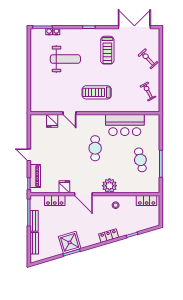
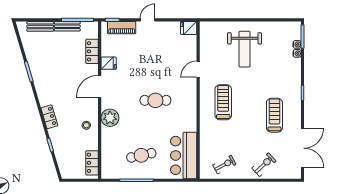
treadmill: (107, 50) -> (274, 115), turned 90
weight bench: (65, 59) -> (245, 49), moved
fridge: (52, 121) -> (189, 28), moved
bar counter: (125, 125) -> (184, 155), moved
shower: (70, 242) -> (41, 69), removed

